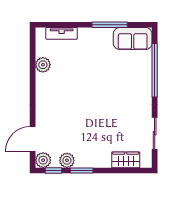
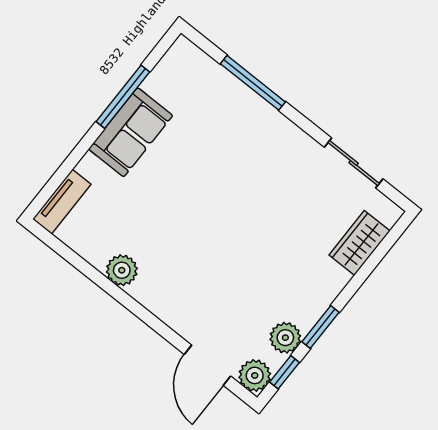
tv unit: (62, 33) -> (62, 202), moved
sofa: (133, 39) -> (131, 132), moved
plant: (43, 65) -> (122, 270), moved
window: (155, 70) -> (253, 83), width x0.68

